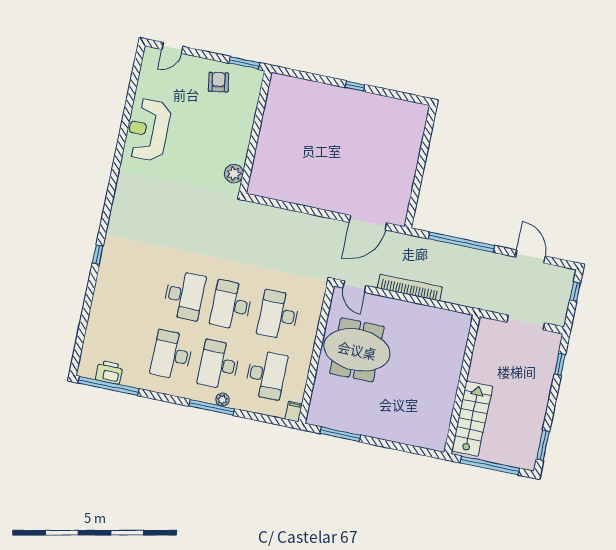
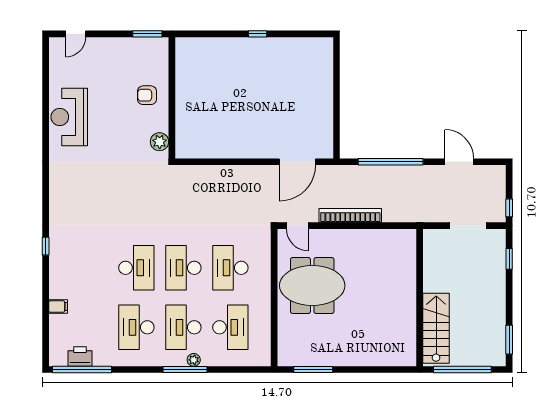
armchair: (219, 82) -> (147, 95), moved, turned -80
window: (575, 291) -> (509, 208), moved
filing cabinet: (294, 411) -> (58, 307), moved, turned 90

